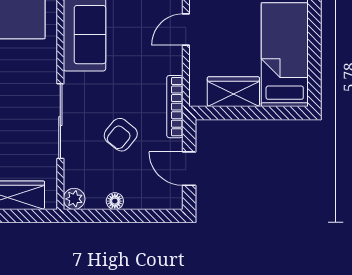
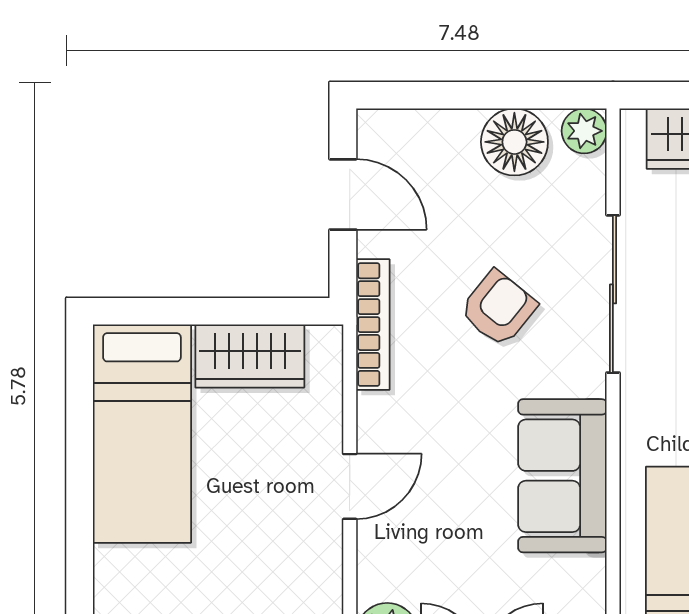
armchair: (121, 135) -> (498, 308), moved
floor lamp: (115, 201) -> (514, 142), width x1.89, depth x1.89

